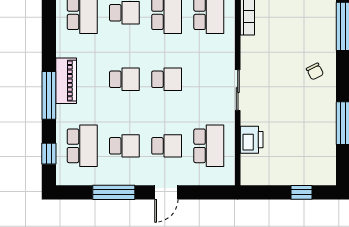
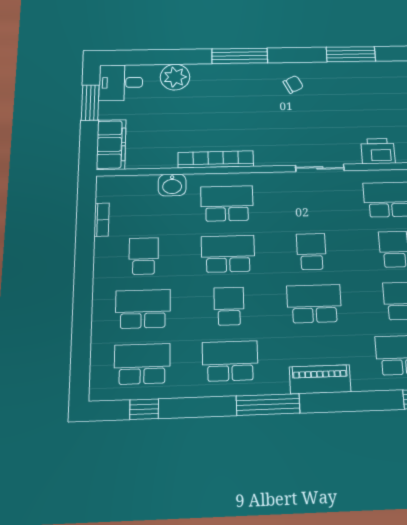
school desk: (124, 79) -> (314, 304), width x1.85
window: (49, 95) -> (268, 405), moved

